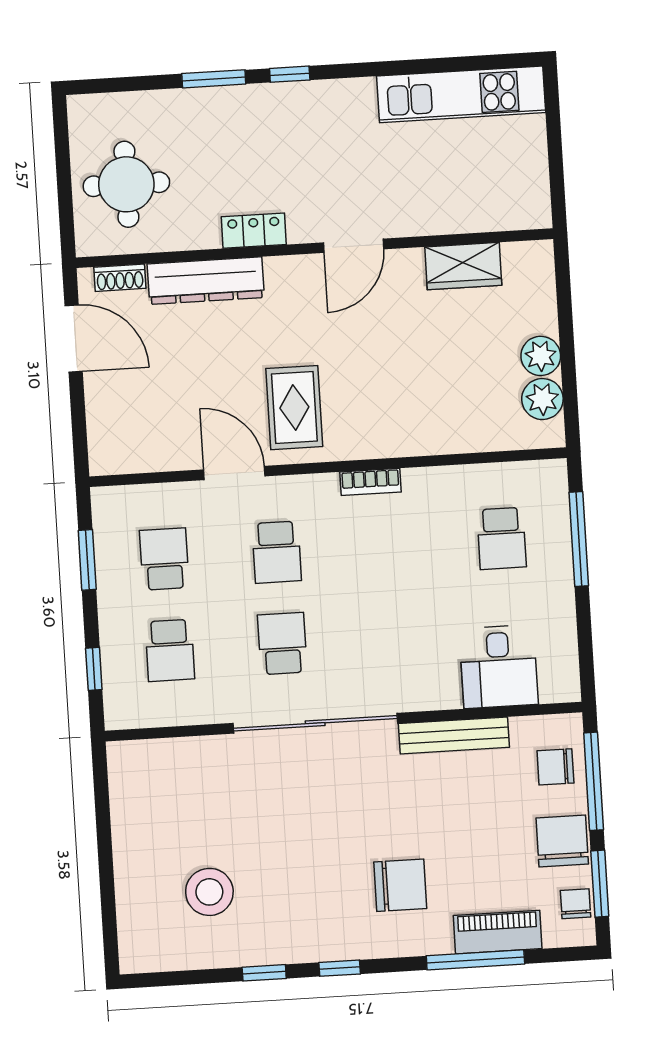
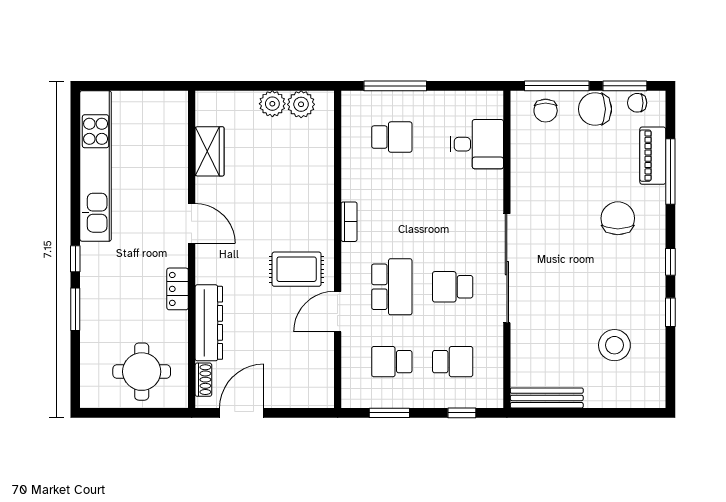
kitchen unit: (461, 94) -> (96, 166), width x1.36
school desk: (277, 552) -> (392, 287), width x1.85
bench: (454, 735) -> (547, 398), moved, turned 90

